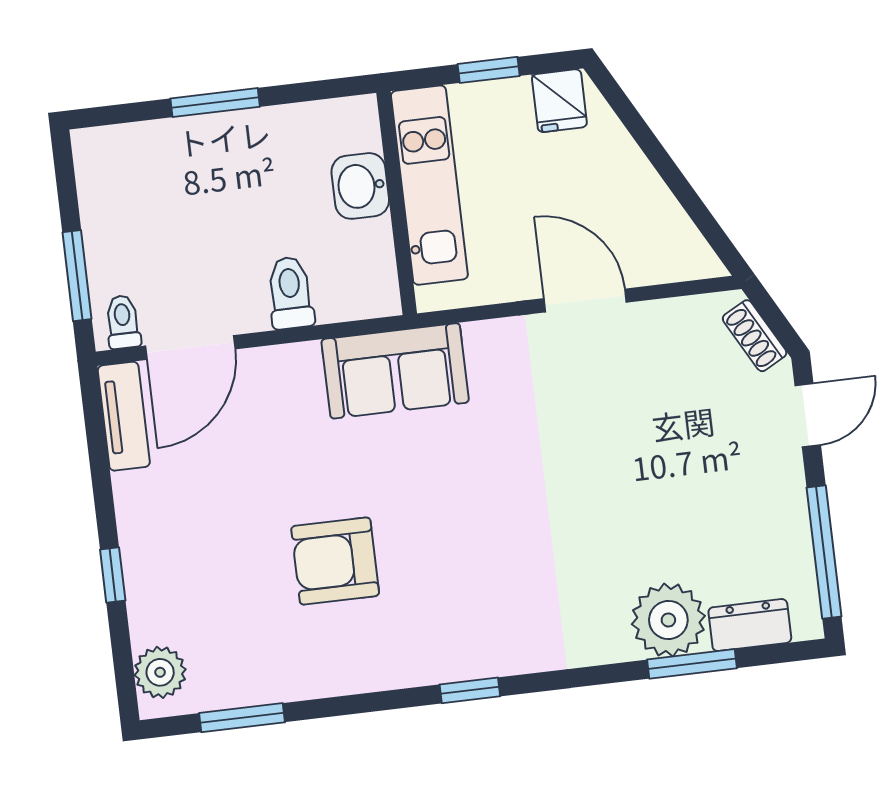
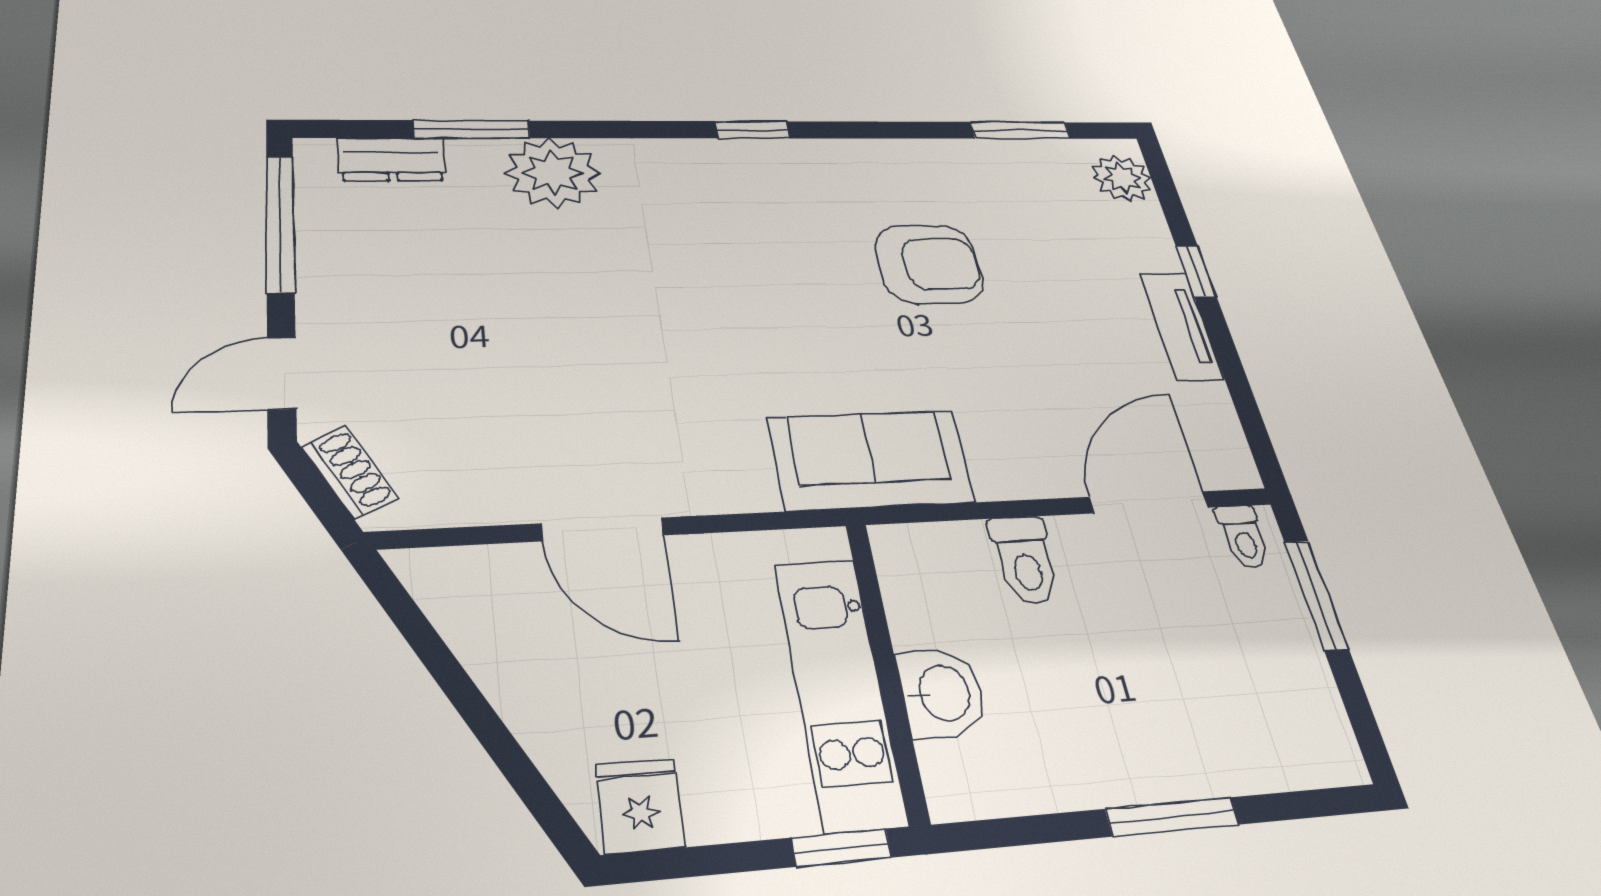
window: (489, 70) -> (841, 848), moved
tv unit: (124, 416) -> (1181, 326), moved
plant: (668, 620) -> (553, 173), moved

